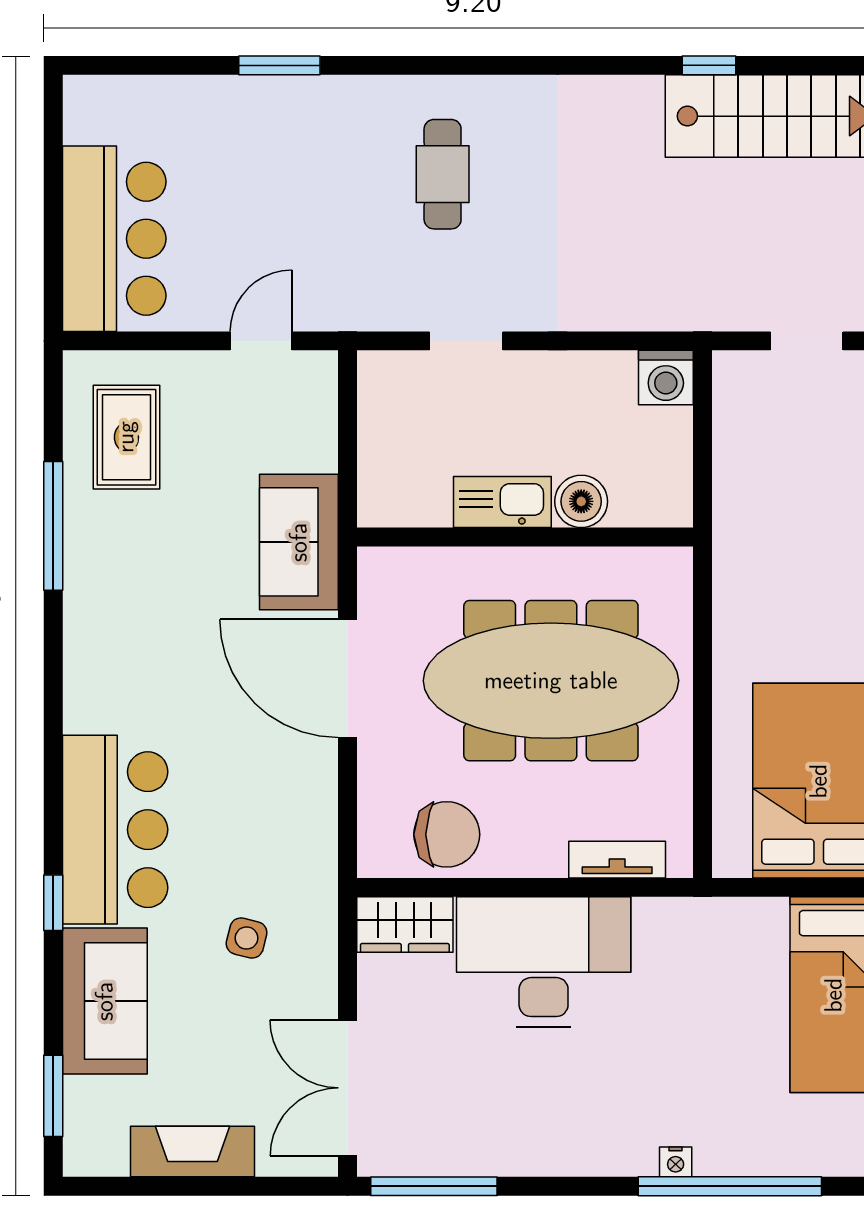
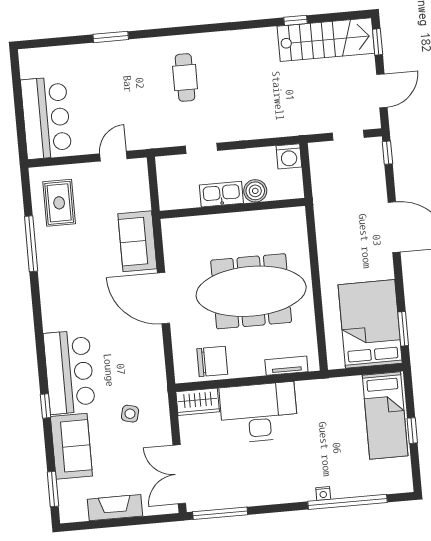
boiler: (581, 501) -> (255, 191), moved
kitchen sink: (502, 502) -> (221, 194), moved
wall: (525, 537) -> (232, 208), moved

